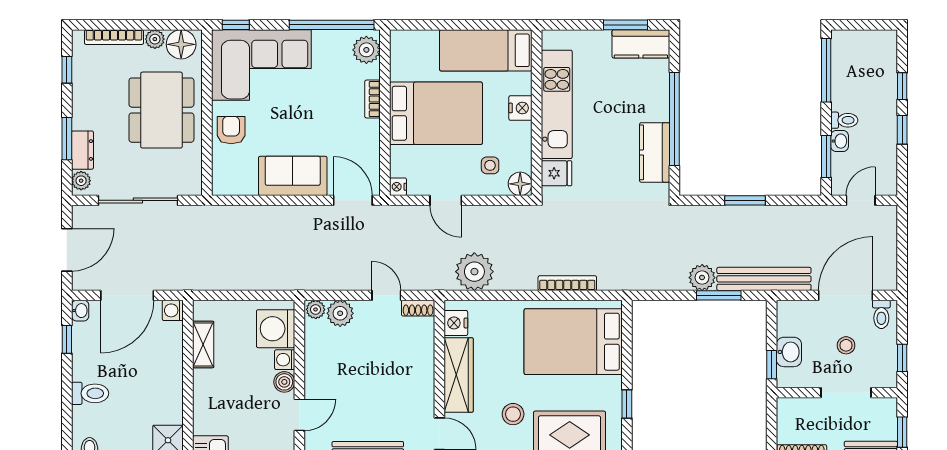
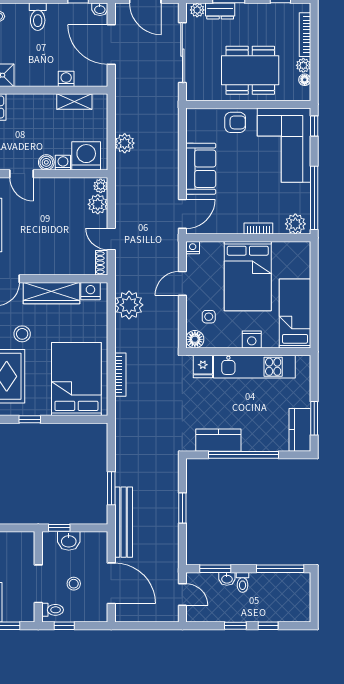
floor lamp: (181, 44) -> (305, 80), width x0.53, depth x0.53
plant: (702, 278) -> (125, 143), moved
door: (386, 295) -> (111, 239), swing flipped
washing machine: (173, 310) -> (66, 79), moved
toilet: (881, 314) -> (53, 610), moved, turned 180

